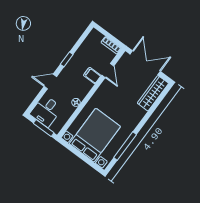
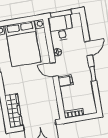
door: (108, 71) -> (54, 69), moved
desk: (46, 111) -> (61, 28), moved

